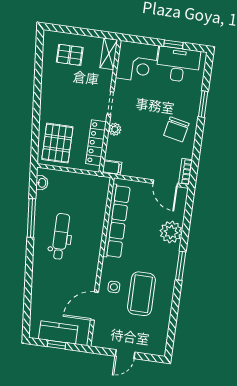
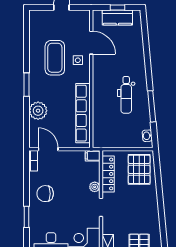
chair: (176, 129) -> (45, 194), turned -102
door: (94, 306) -> (91, 43), hinge flipped

